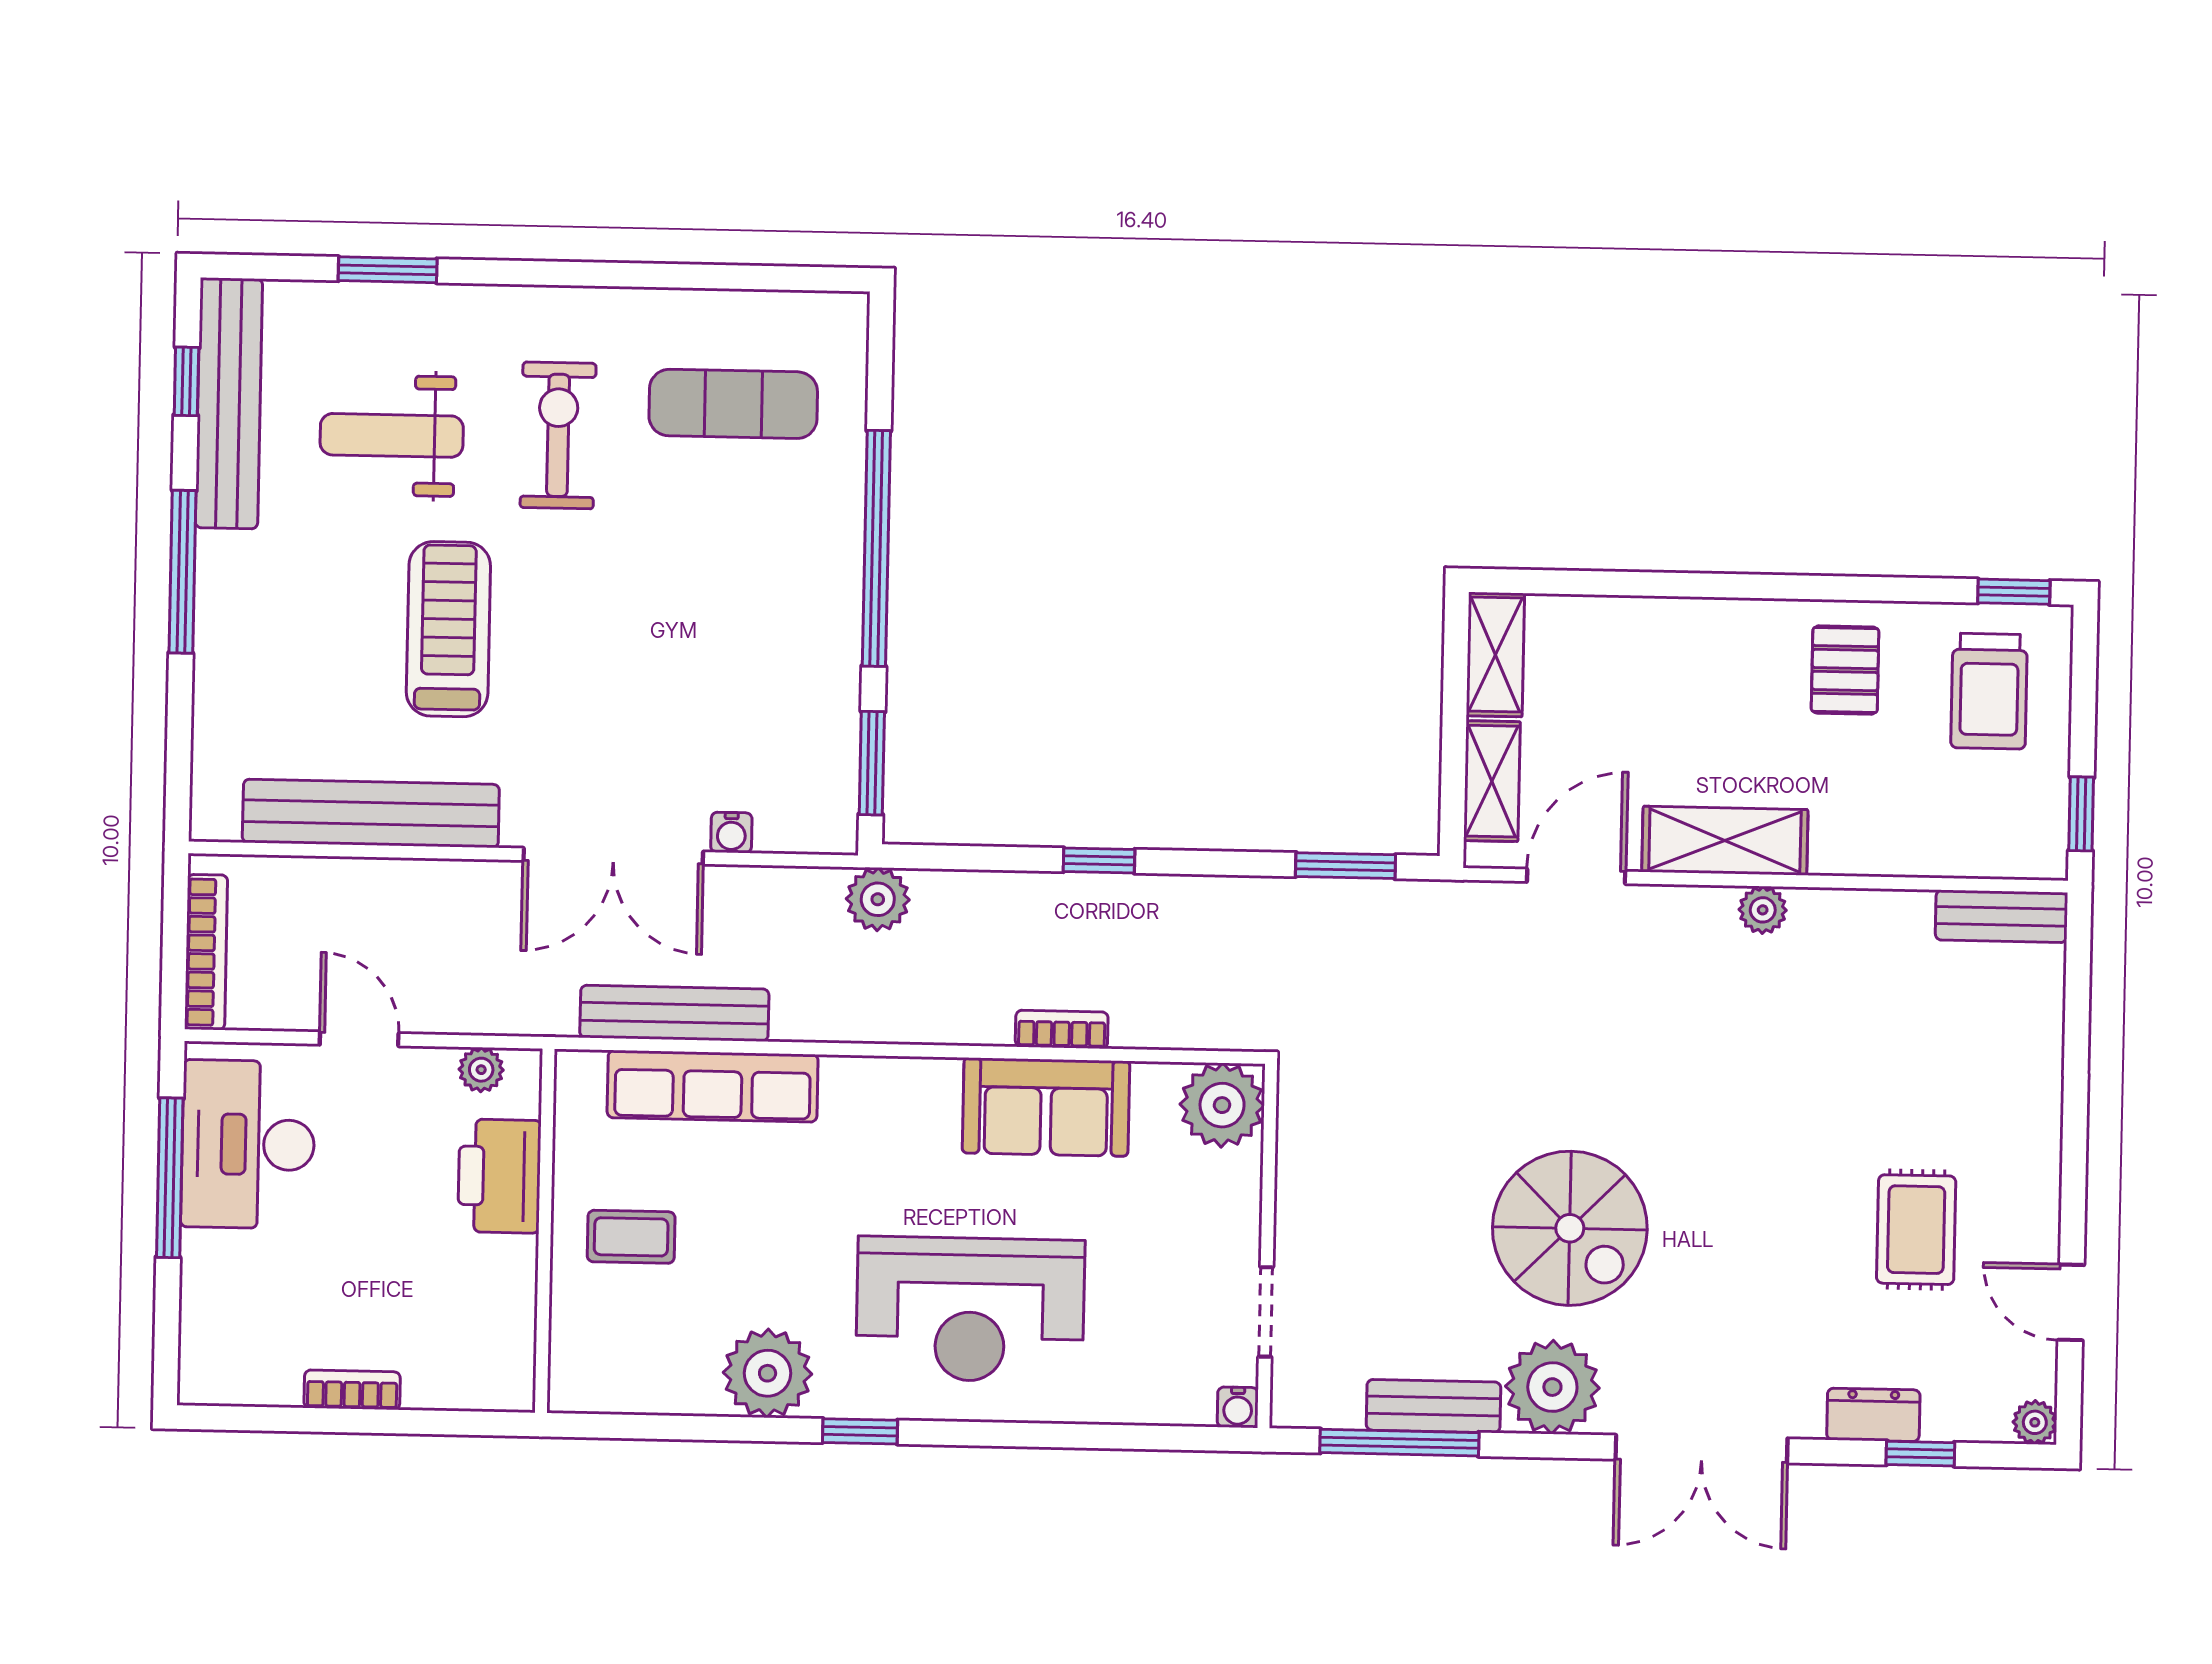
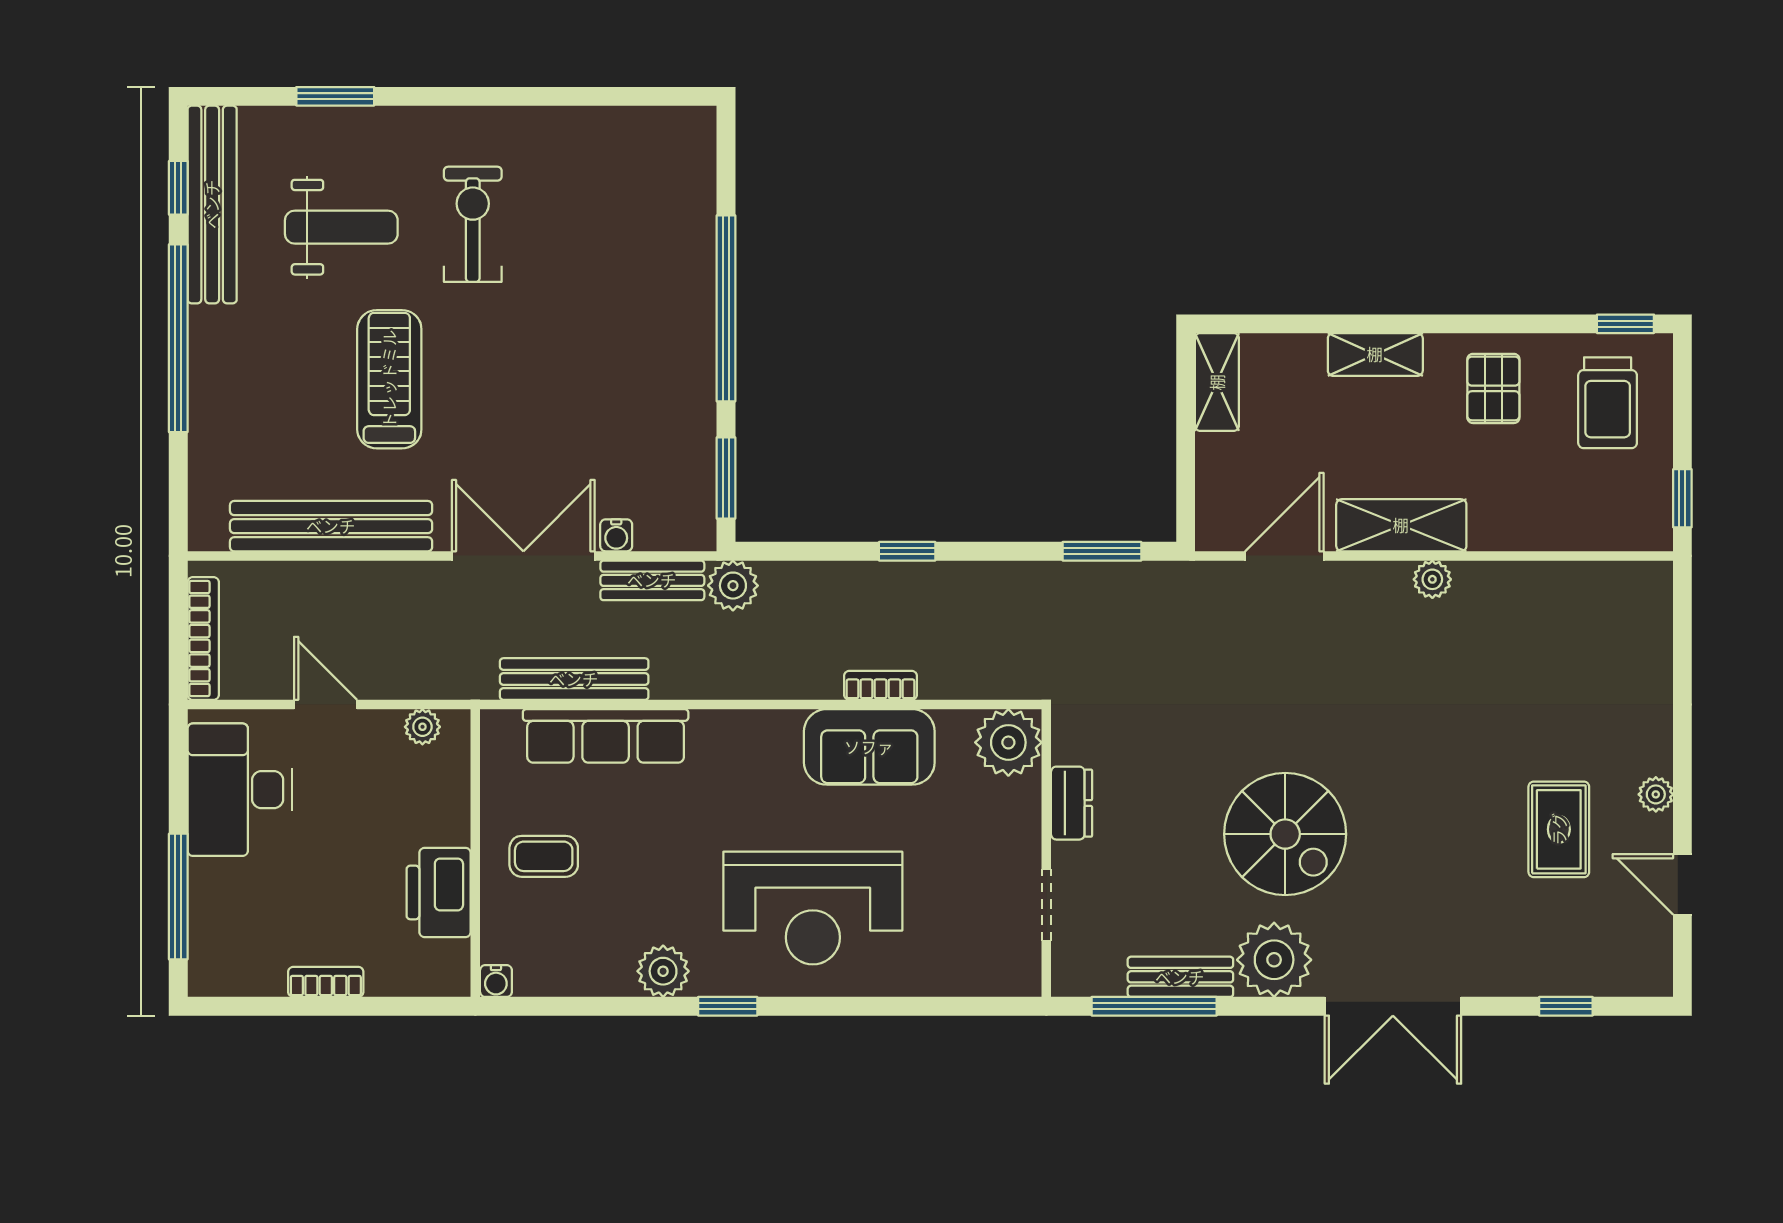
exercise mat: (733, 404) -> (611, 197), removed
weight bench: (392, 435) -> (341, 227), turned 180
window: (182, 572) -> (178, 338), width x1.46
shelving: (1492, 781) -> (1375, 354), moved, turned 90
double door: (613, 856) -> (523, 556), swing flipped
bench: (2002, 916) -> (652, 580), moved
printer: (499, 1176) -> (439, 892), moved
window: (170, 1178) -> (178, 897), moved
plant: (768, 1373) -> (663, 971), width x0.73, depth x0.73
water cooler: (1238, 1407) -> (496, 981), moved
dresser: (1873, 1415) -> (1072, 803), moved, turned 90
plant: (2035, 1422) -> (1656, 794), moved

